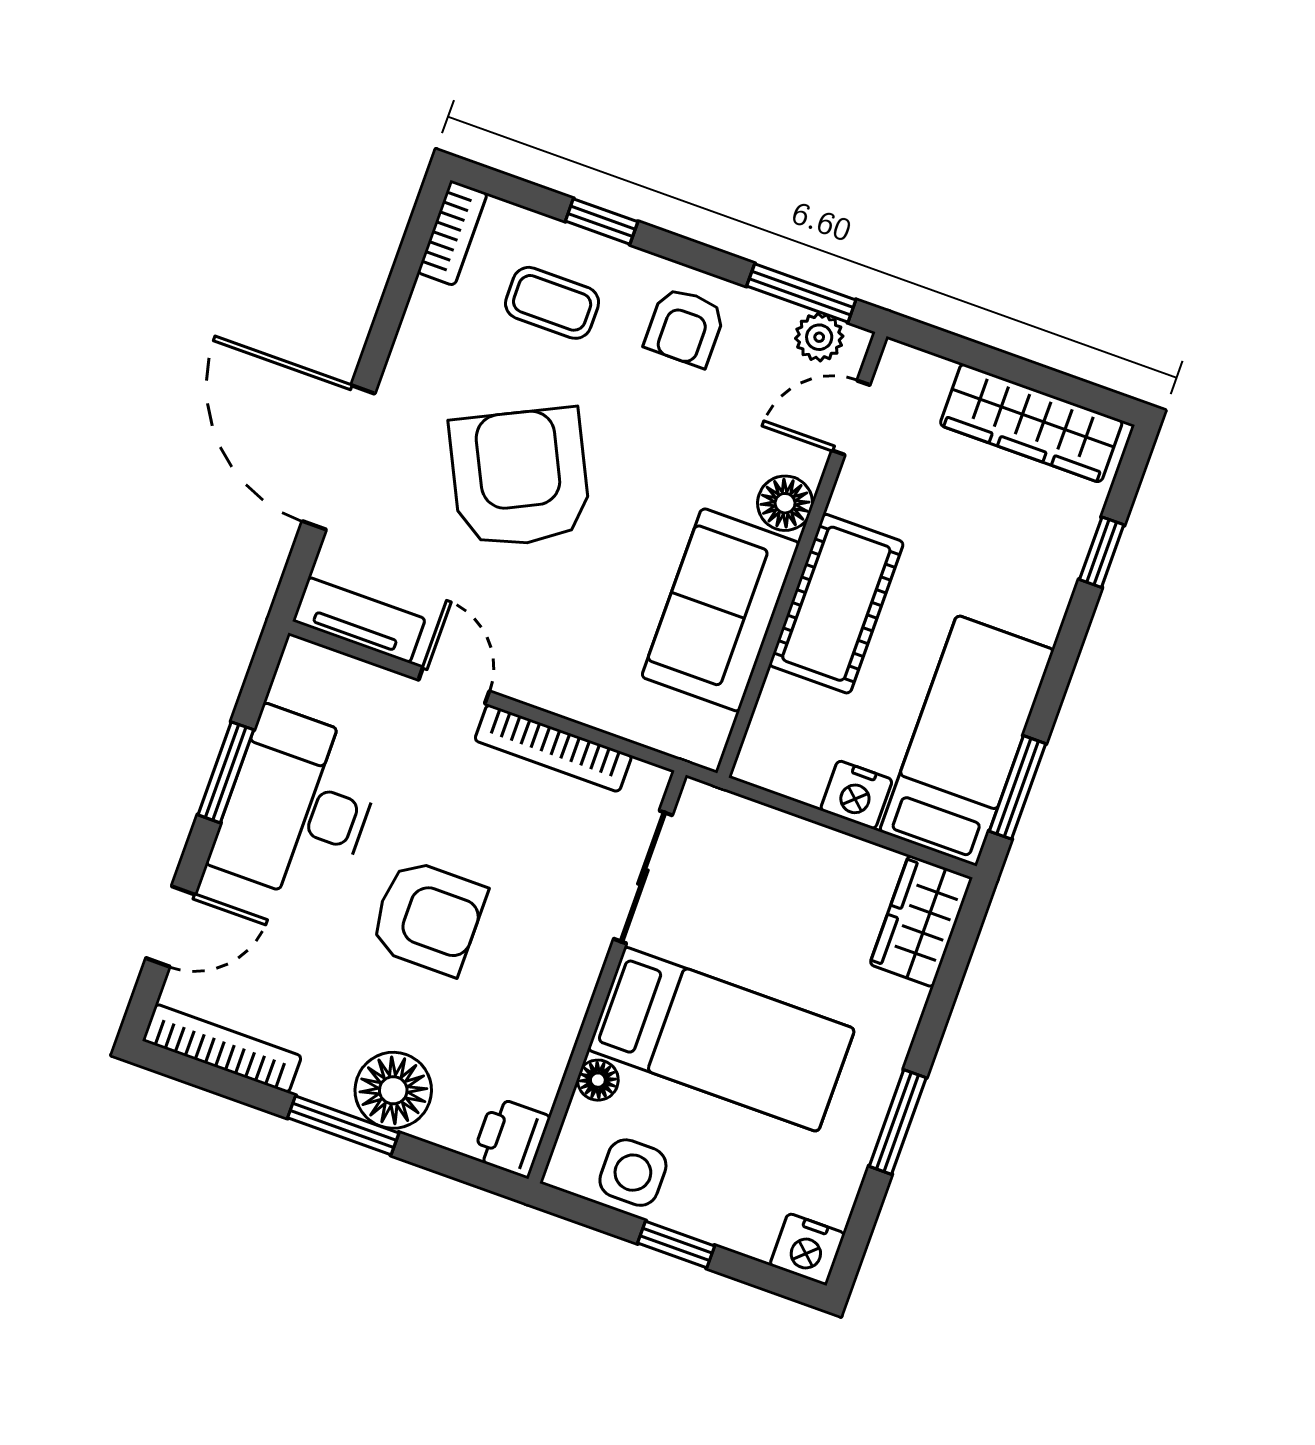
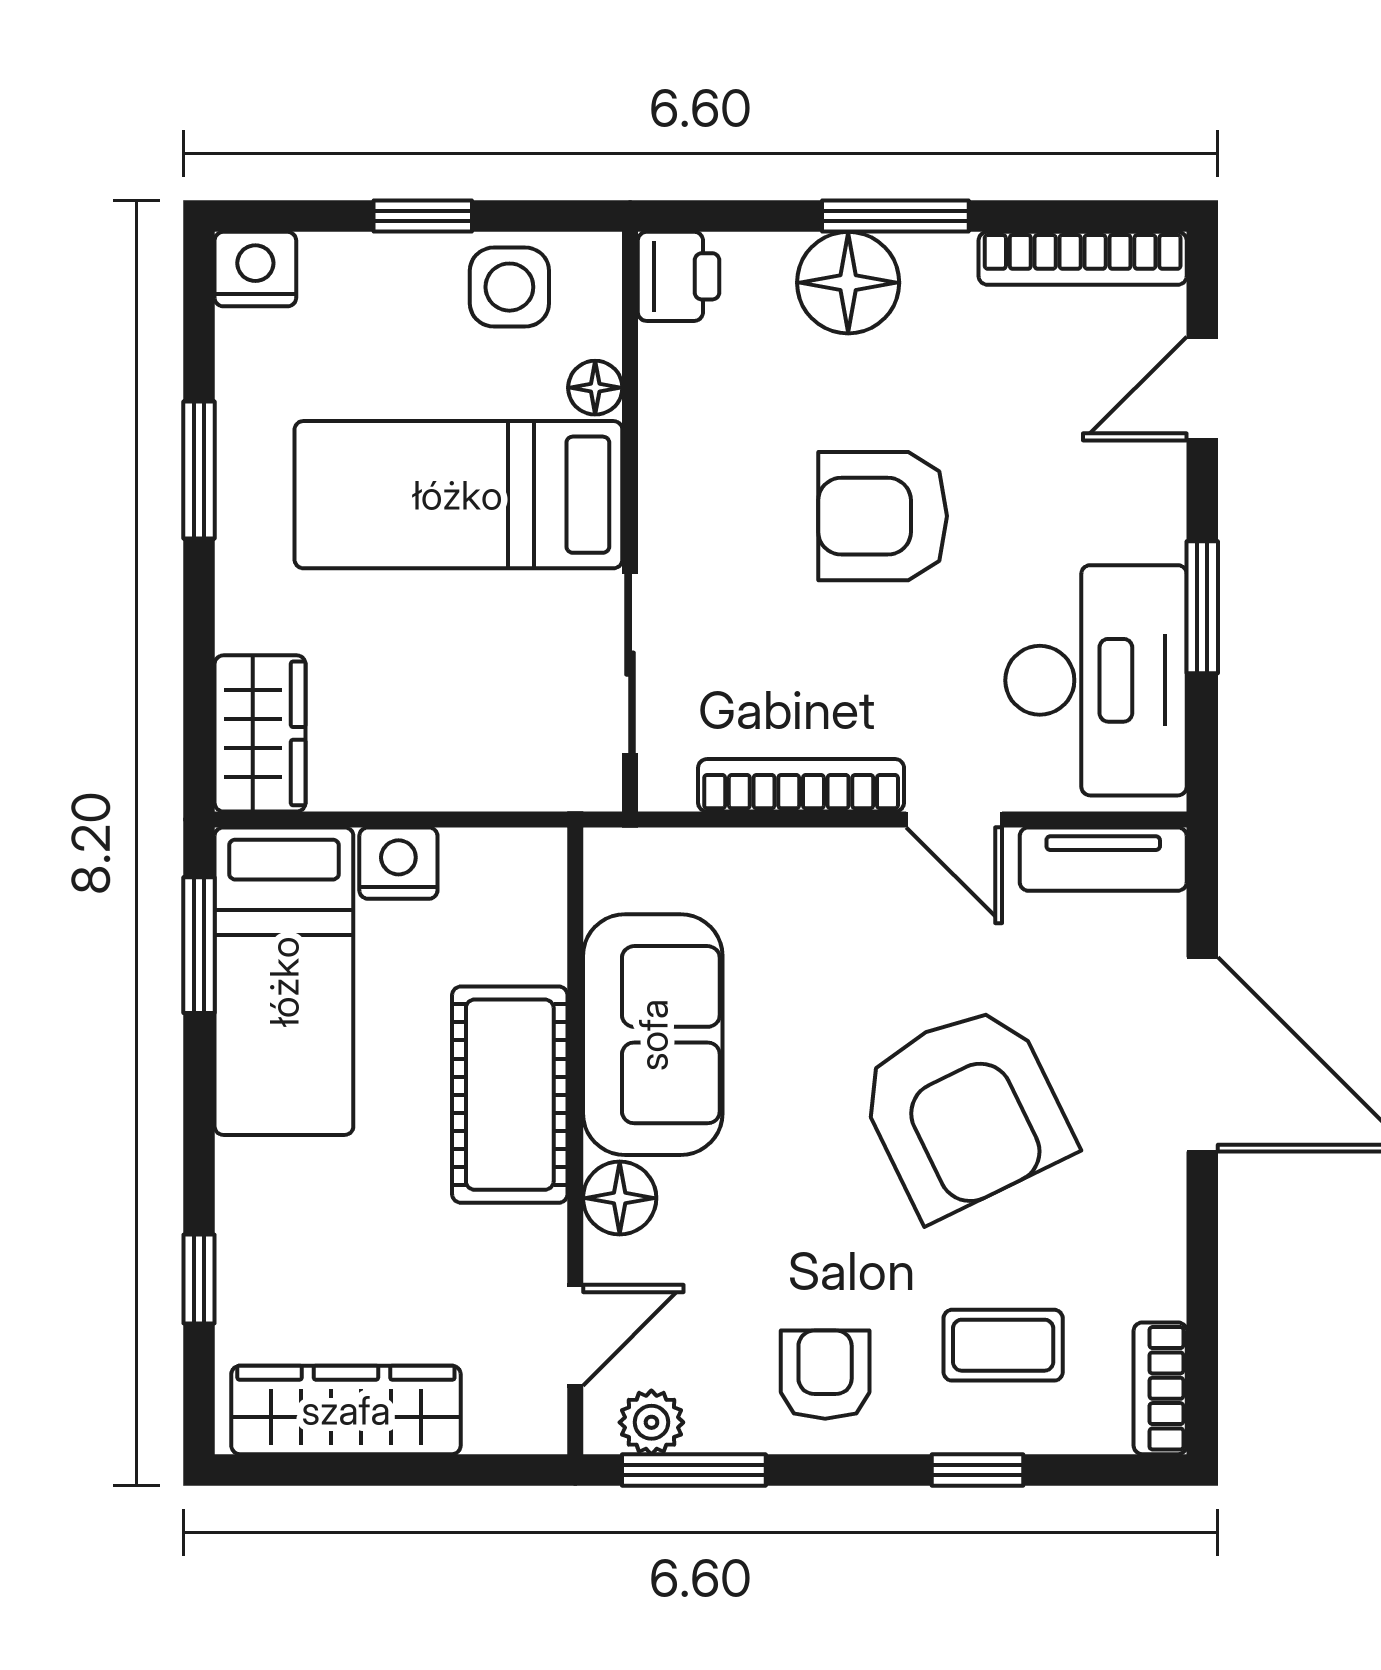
desk: (298, 806) -> (1096, 680), moved

